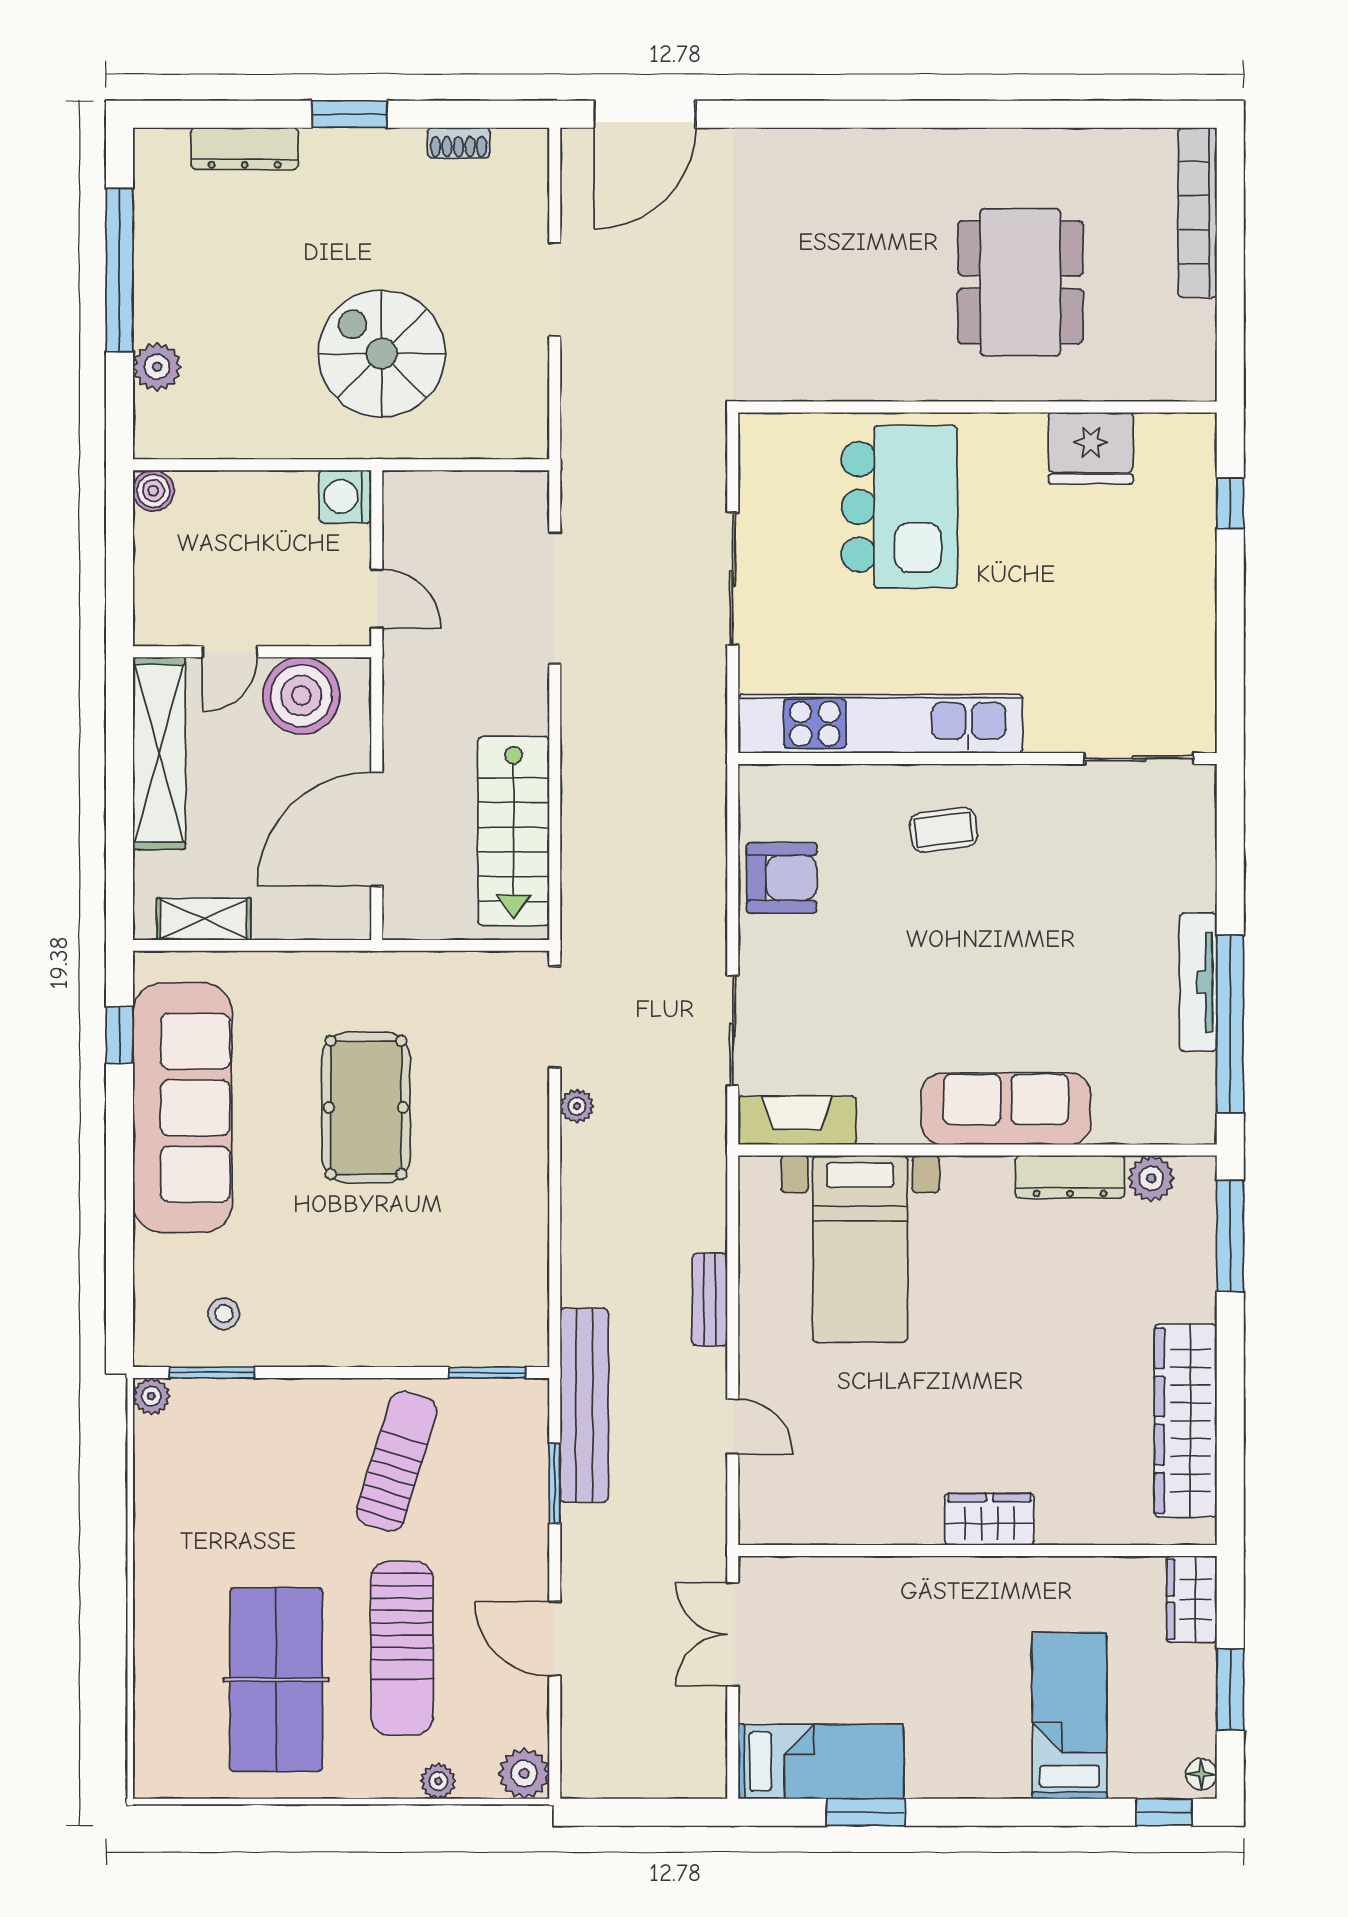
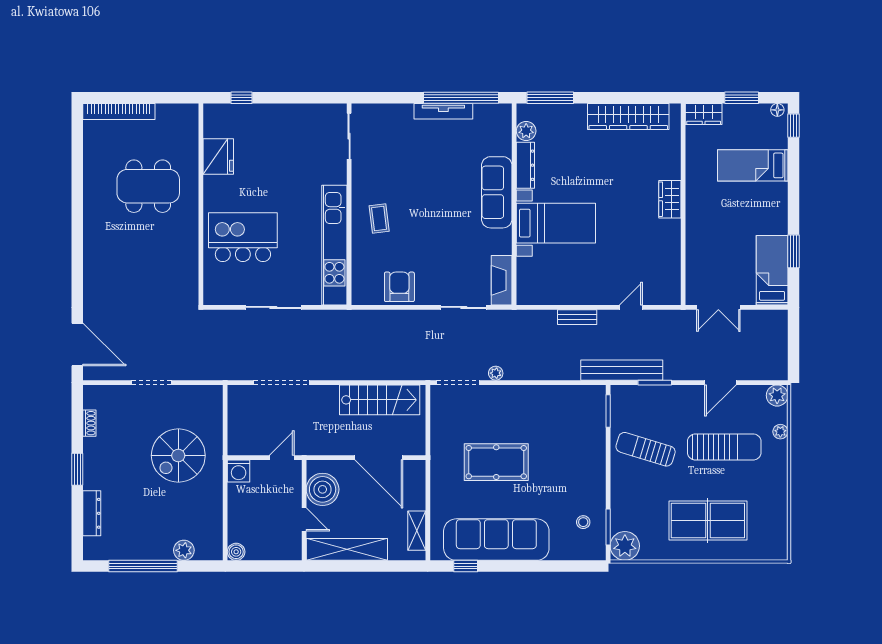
bed with nightstands: (860, 1249) -> (556, 223), moved
plant: (151, 1396) -> (625, 546), width x1.88, depth x1.88
table tennis table: (276, 1680) -> (708, 521), moved

